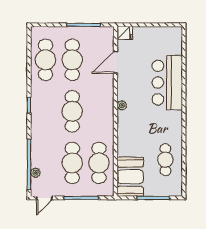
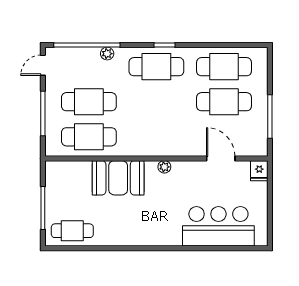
bar counter: (167, 83) -> (218, 226), moved
cafe table: (72, 111) -> (156, 67), moved
cafe table: (165, 160) -> (72, 231), moved
plant: (35, 173) -> (107, 54), moved
booth: (130, 177) -> (118, 178), moved
door: (44, 198) -> (43, 65), hinge flipped

